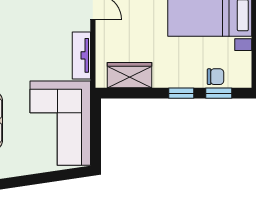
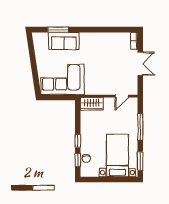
tv unit: (81, 55) -> (97, 90), removed
wardrobe: (129, 75) -> (92, 104), moved, turned 90

